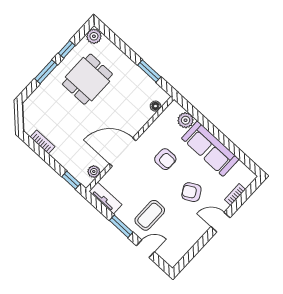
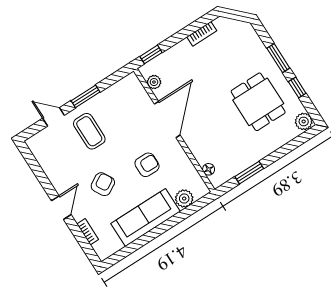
armchair: (165, 159) -> (147, 165), turned 180
tv unit: (105, 198) -> (121, 87), removed
door: (145, 249) -> (54, 117), swing flipped

